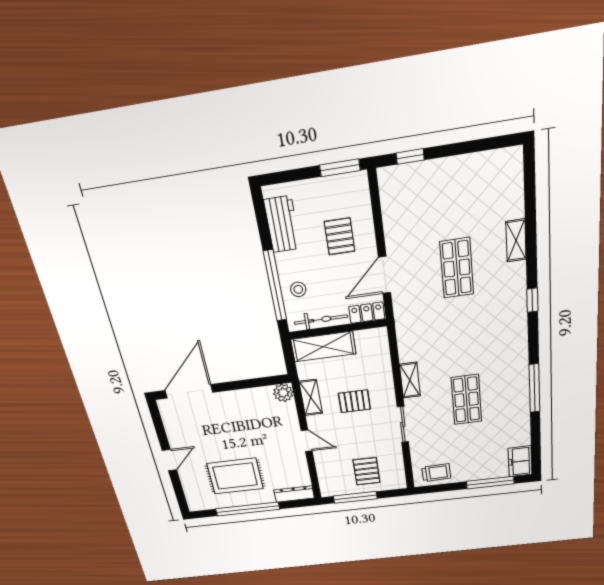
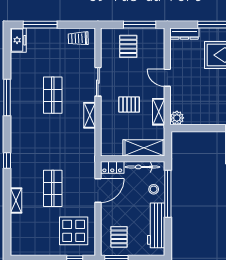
display table: (417, 205) -> (74, 231), added
workbench: (282, 224) -> (156, 225), width x1.38
pallet: (340, 236) -> (119, 237), moved

